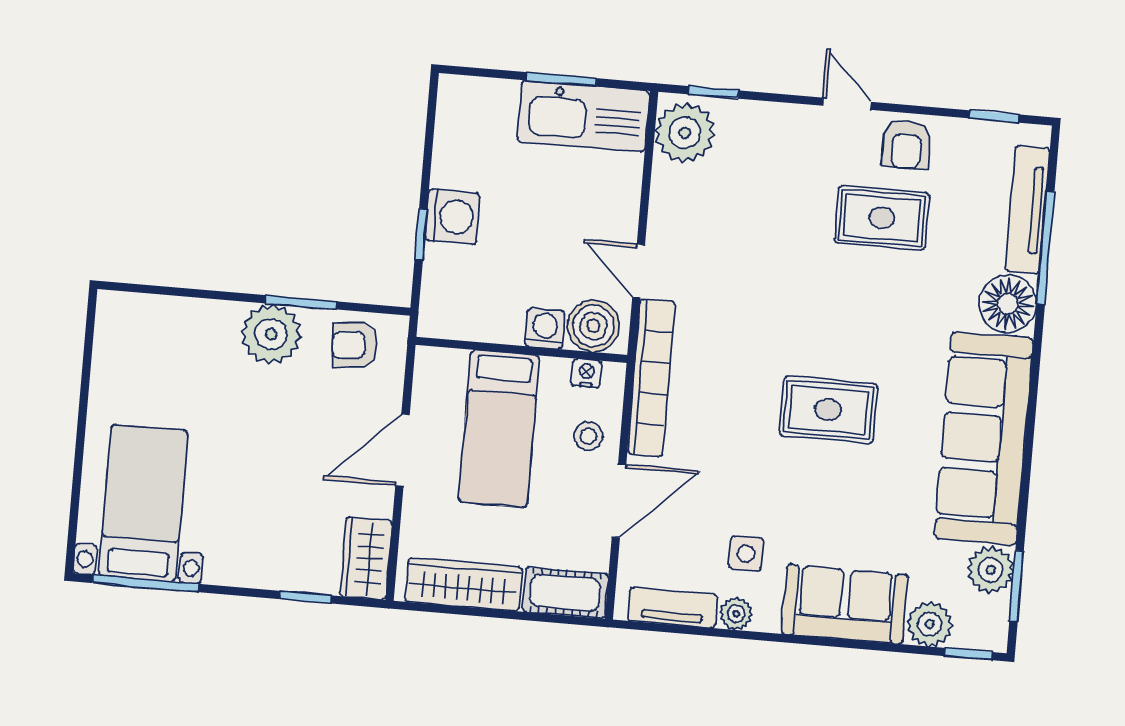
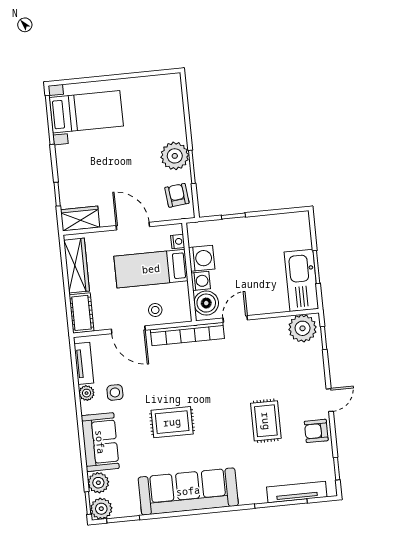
washing machine: (452, 217) -> (202, 258), moved, turned -90
rug: (882, 218) -> (266, 421), moved
floor lamp: (1008, 304) -> (252, 491), removed
nightstand: (587, 373) -> (178, 241), moved
rug: (828, 410) -> (172, 422), moved, turned 90
plant: (991, 570) -> (101, 509), moved

